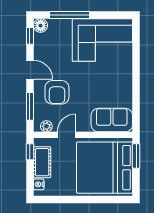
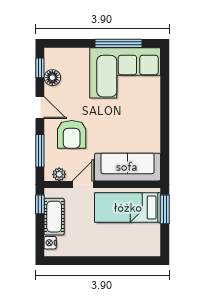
window: (69, 15) -> (119, 43), moved
floor lamp: (41, 26) -> (52, 78), moved
sofa: (112, 120) -> (127, 167), width x1.36
bed: (104, 168) -> (128, 208), width x0.49

